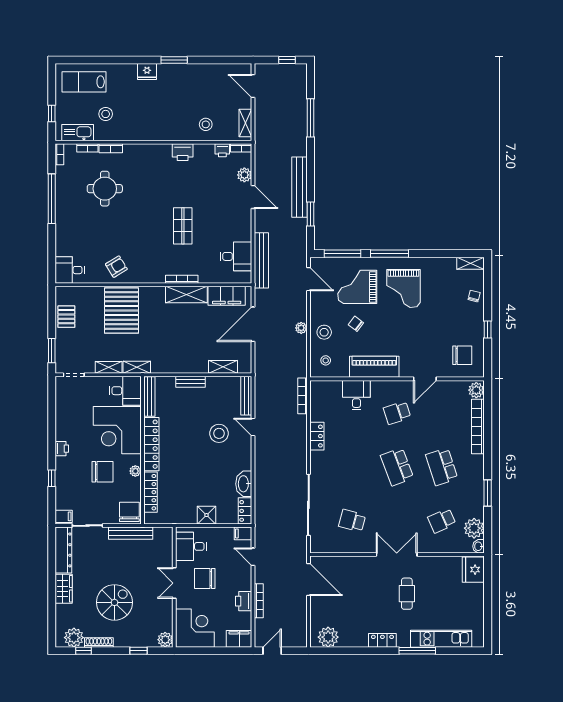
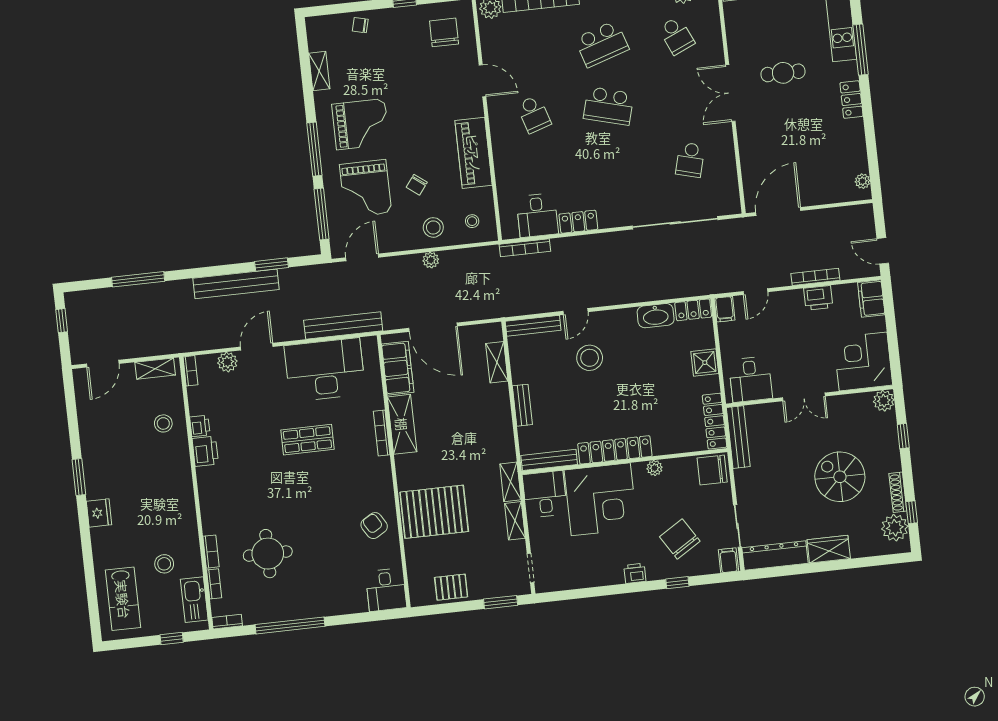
printer: (222, 150) -> (200, 426), moved
desk: (236, 256) -> (325, 370), width x1.87, depth x1.30
shelving: (471, 263) -> (319, 71), moved
desk: (356, 395) -> (537, 215), moved, turned -90
school desk: (397, 467) -> (609, 106), turned 36
chair: (102, 472) -> (680, 539), moved, turned -32
locker: (150, 492) -> (715, 421), moved, turned -90
bench: (131, 533) -> (738, 437), moved
chair: (205, 579) -> (793, 355), removed
plant: (328, 637) -> (863, 181), width x0.53, depth x0.53

